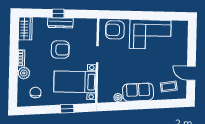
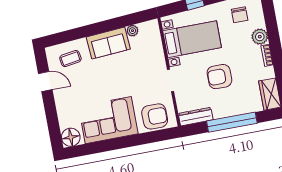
window: (58, 14) -> (232, 122), width x3.17
dresser: (60, 23) -> (196, 117), moved
floor lamp: (181, 28) -> (71, 137), added

